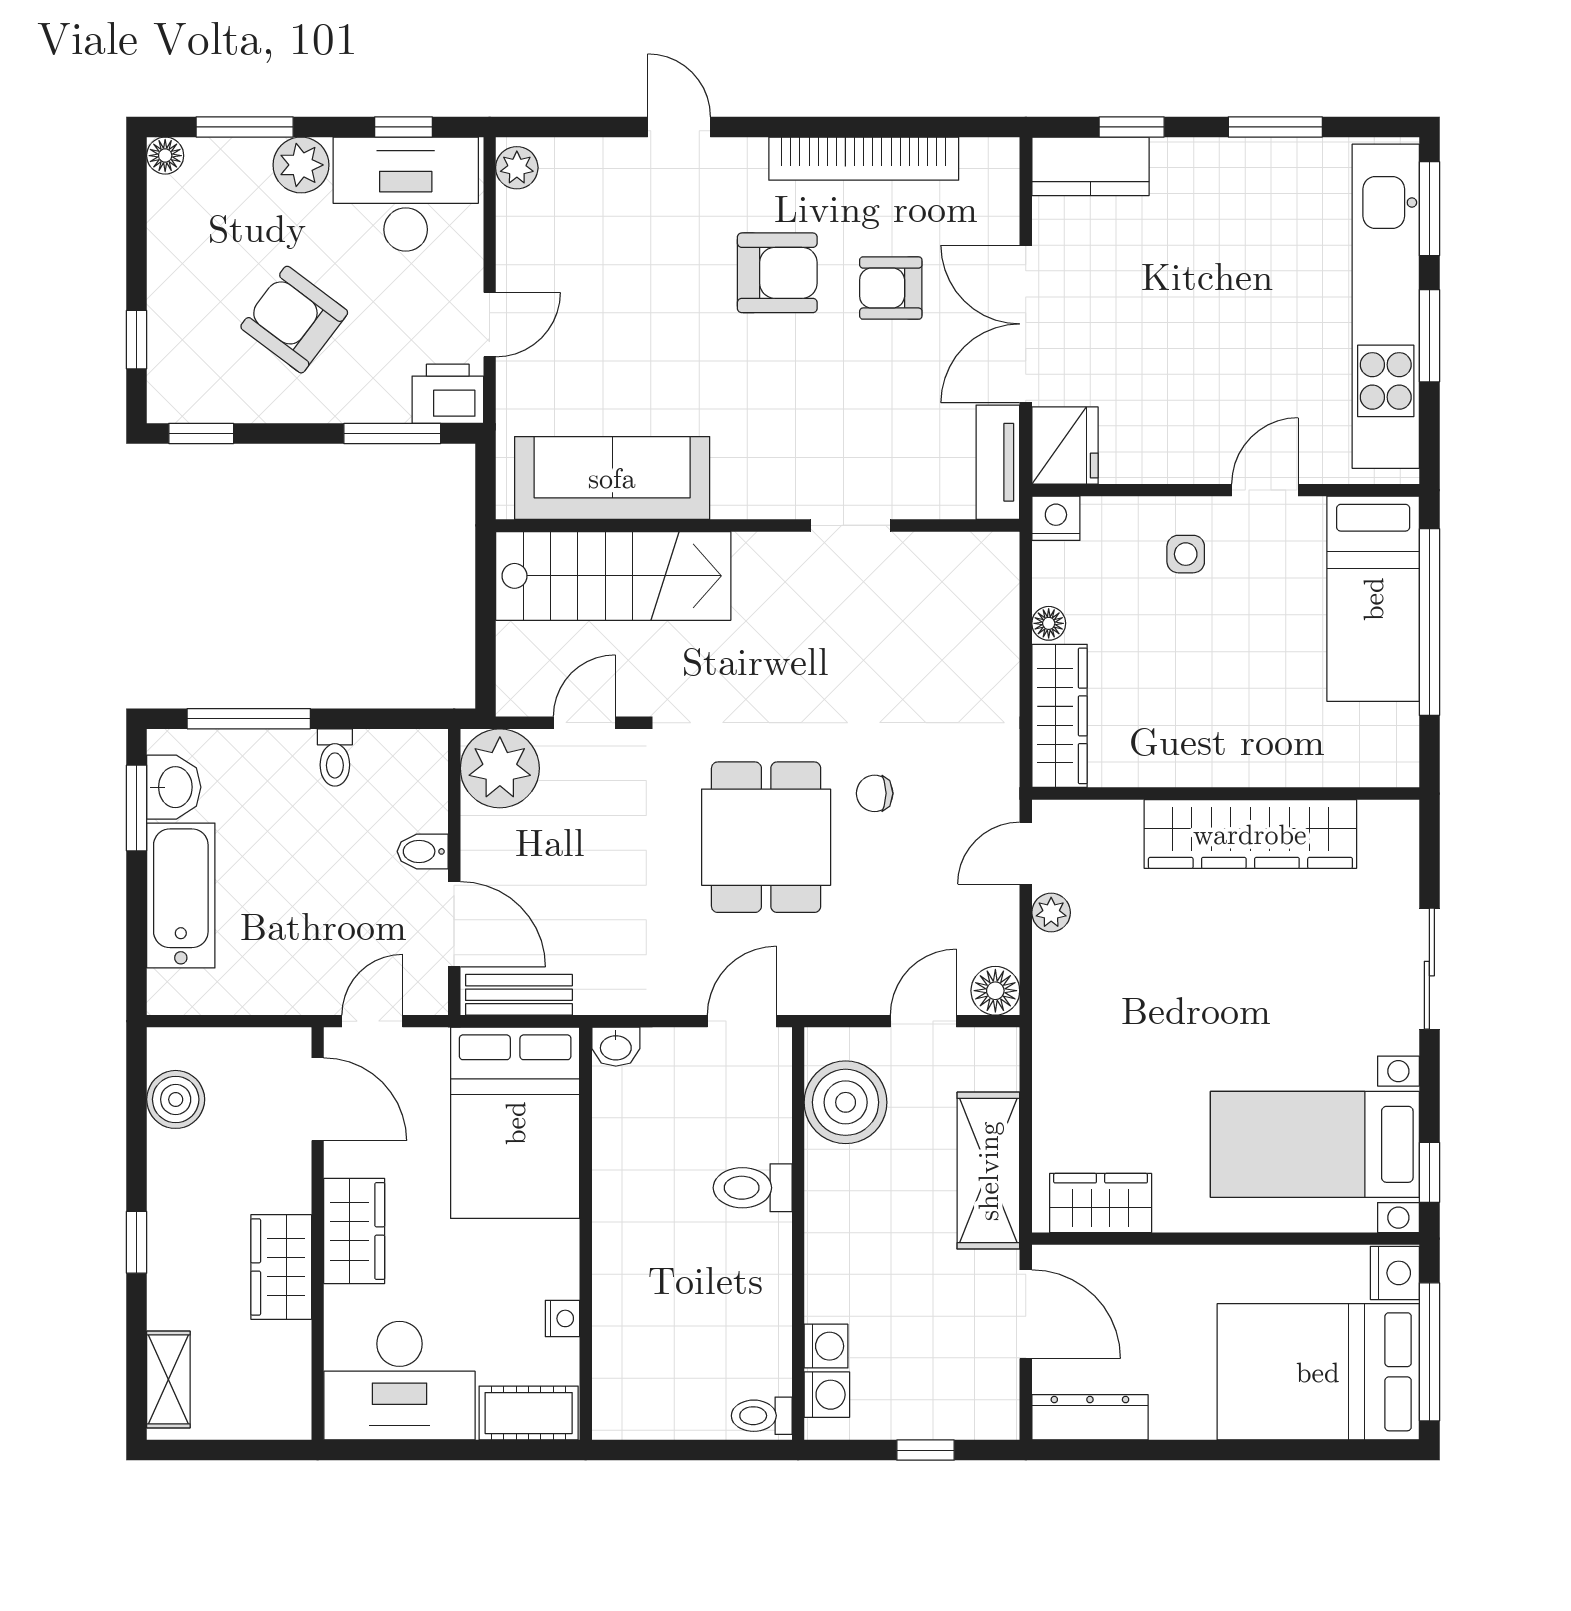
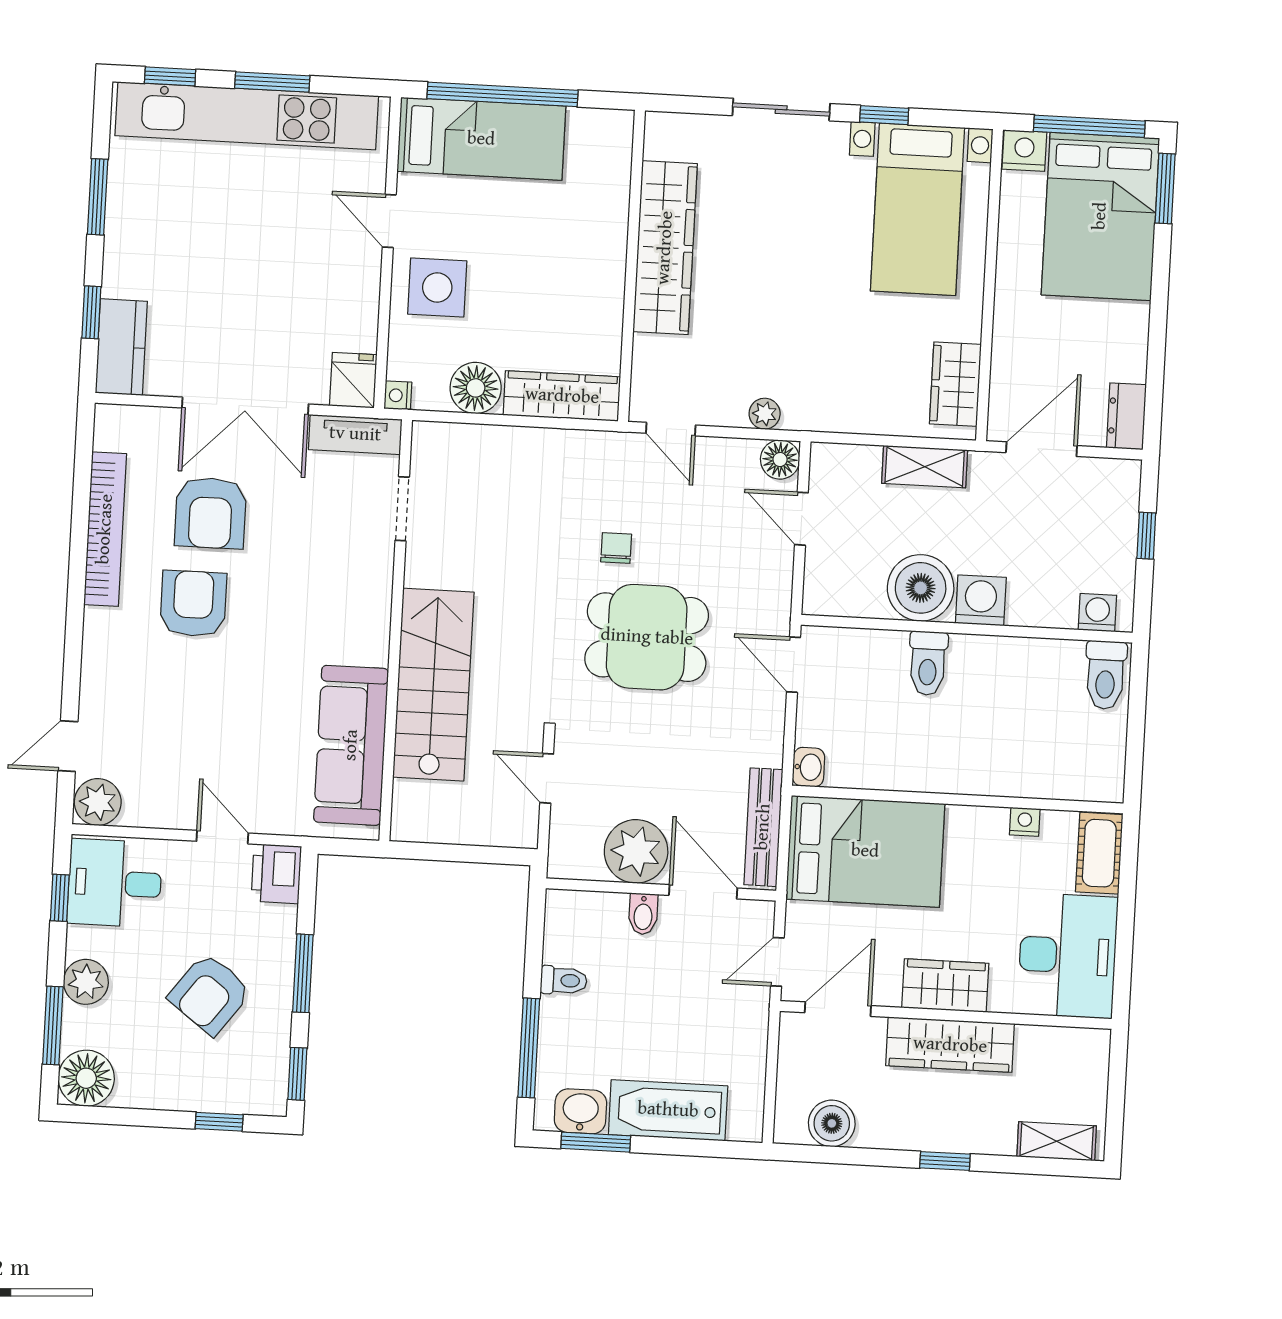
door: (679, 127) -> (68, 746), moved
floor lamp: (165, 156) -> (86, 1078), width x1.89, depth x1.89
plant: (517, 168) -> (98, 802), width x1.38, depth x1.38
desk: (406, 194) -> (115, 883), width x0.73
window: (1429, 209) -> (170, 76), width x0.67
armchair: (891, 288) -> (210, 513), width x1.38, depth x1.38
window: (392, 433) -> (303, 973), moved
fridge: (1065, 445) -> (353, 380), width x0.72
nightstand: (1056, 518) -> (398, 395), width x0.72, depth x0.74
doorway: (851, 525) -> (402, 509), moved
side table: (1186, 554) -> (437, 287), width x1.87, depth x1.87
stairs: (613, 576) -> (433, 685), moved
floor lamp: (1049, 623) -> (476, 388), width x1.89, depth x1.89
plant: (500, 768) -> (636, 851), moved
chair: (875, 793) -> (616, 548), turned 180
plant: (1051, 913) -> (765, 414), moved
door: (454, 924) -> (703, 892), hinge flipped
bench: (519, 995) -> (763, 827), width x1.36
door: (372, 1021) -> (777, 962), hinge flipped
boiler: (846, 1102) -> (921, 588), moved
shelving: (988, 1171) -> (925, 467), width x0.67, depth x0.75
window: (1429, 1172) -> (884, 115), moved
wardrobe: (281, 1267) -> (950, 1045), width x1.50
washing machine: (826, 1346) -> (981, 600), moved, width x1.38, depth x1.38
toilet: (762, 1416) -> (1106, 675), width x1.37, depth x1.39
dresser: (1090, 1417) -> (1126, 416), width x0.70
window: (1357, 1450) -> (1165, 189), added

